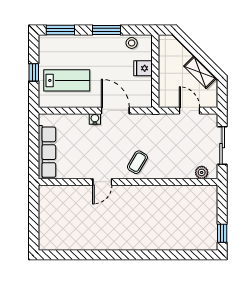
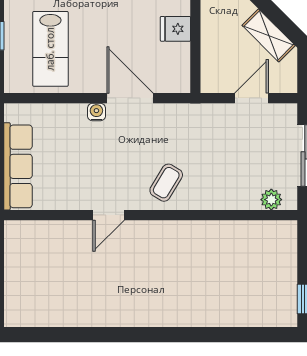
lab bench: (67, 80) -> (50, 49), turned 90
door: (190, 111) -> (252, 98), hinge flipped

